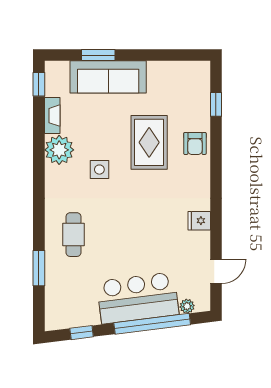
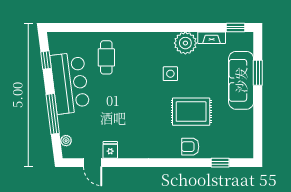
fridge: (199, 221) -> (110, 150), moved
cafe table: (74, 235) -> (106, 57), moved, turned 90
window: (39, 268) -> (95, 27), removed
bar counter: (138, 298) -> (70, 83), moved
window: (152, 324) -> (53, 114), width x0.68

